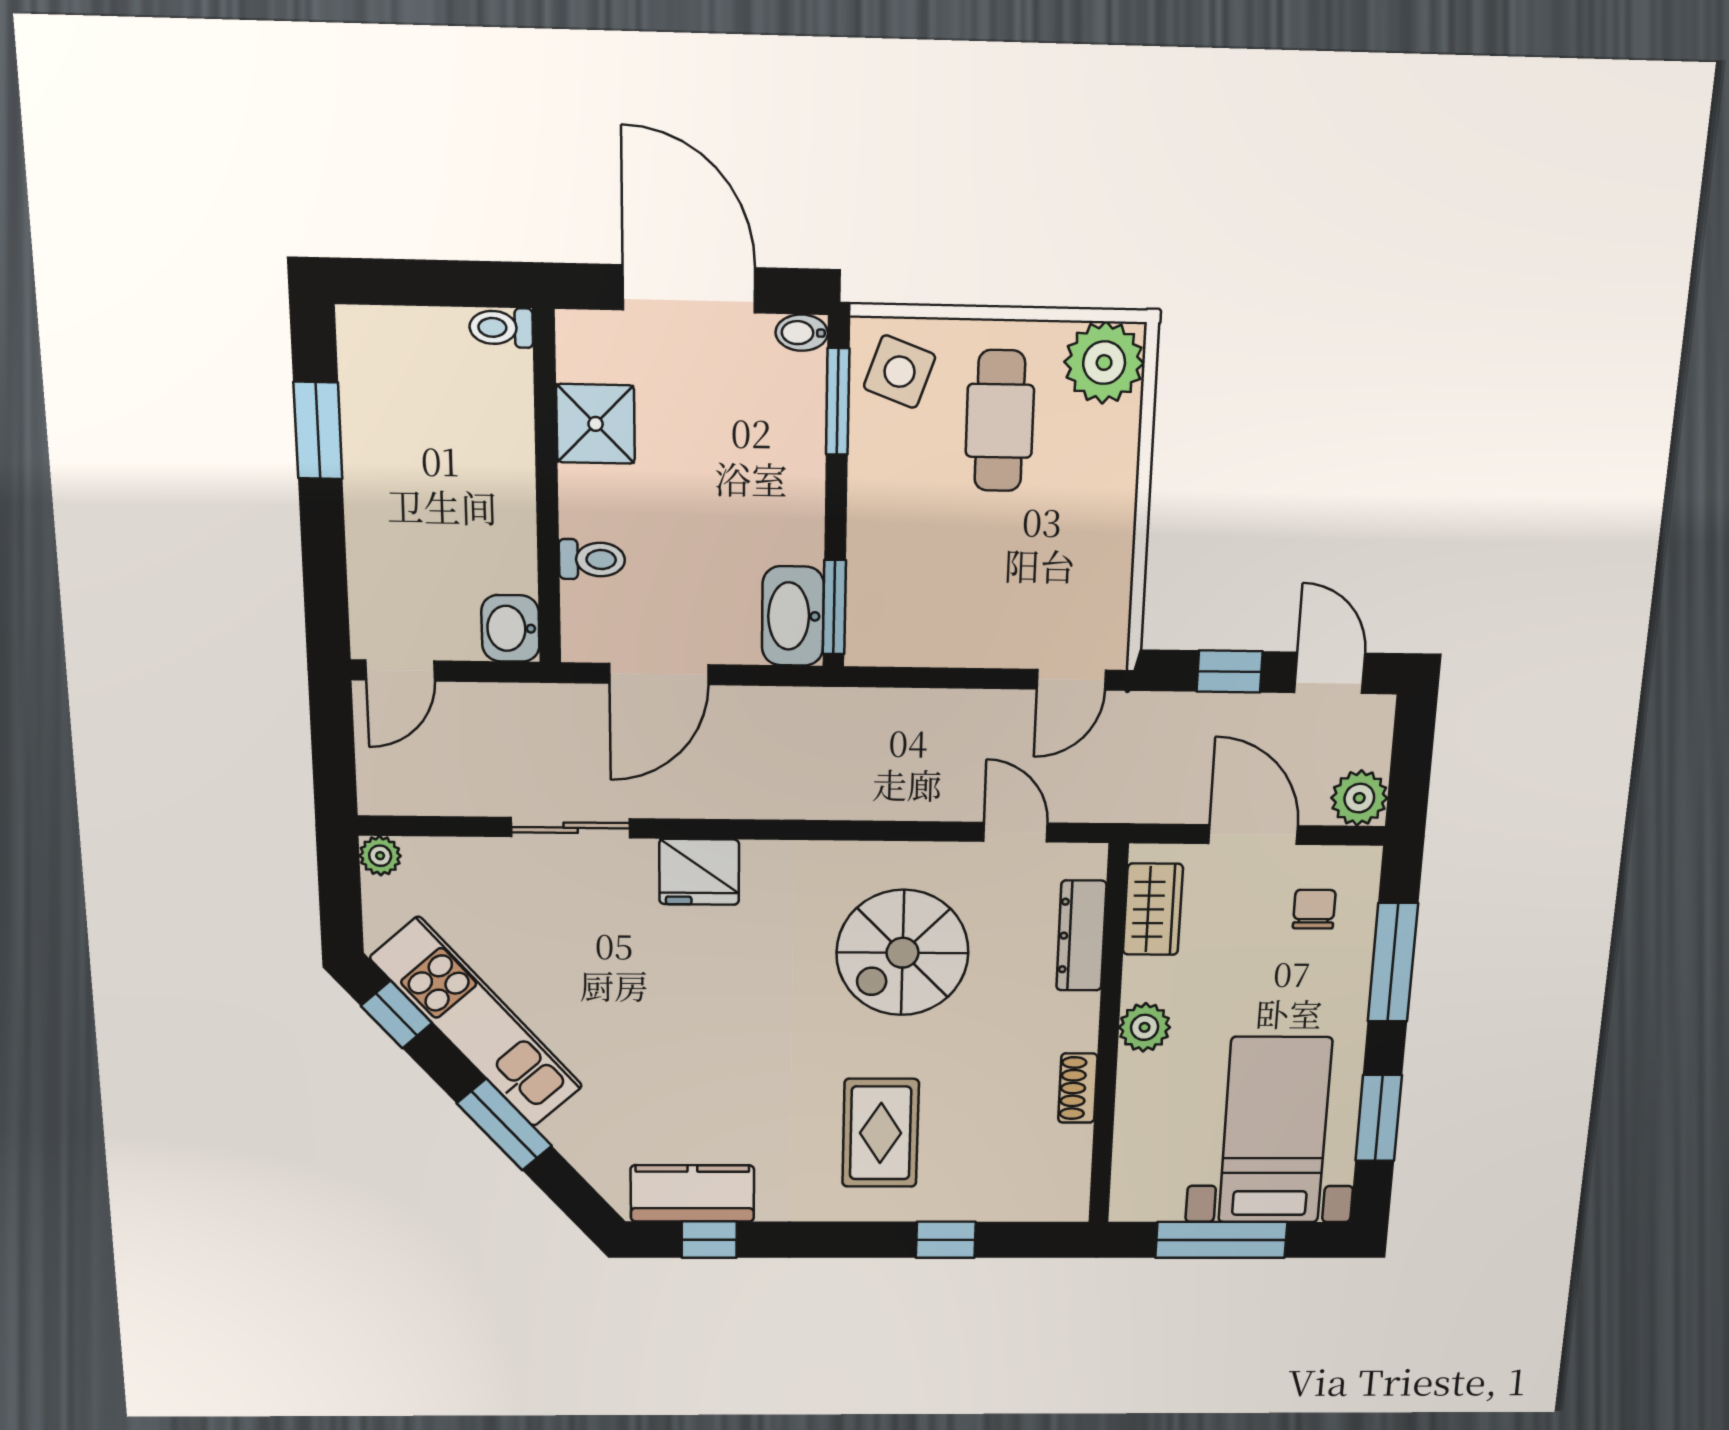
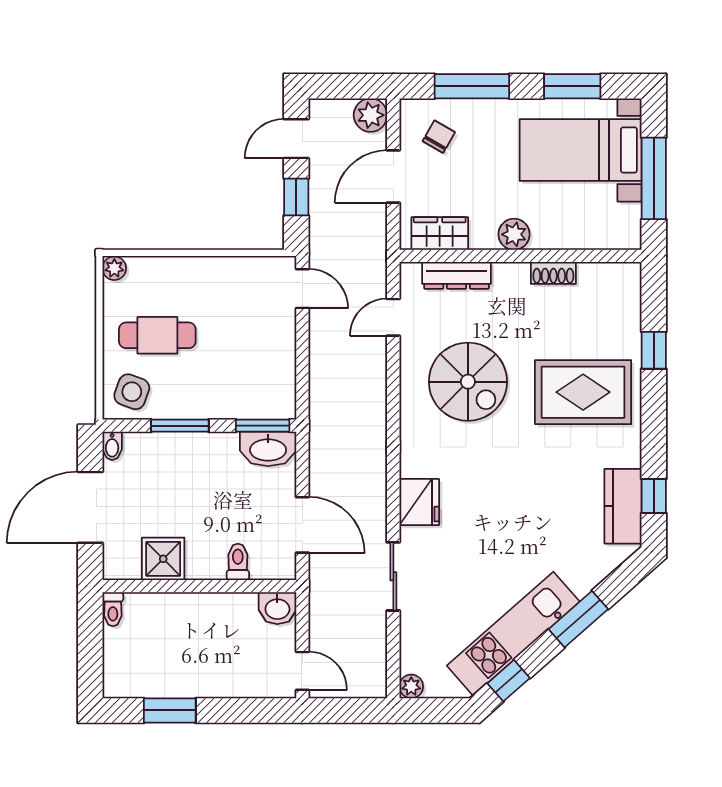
plant: (1104, 363) -> (114, 268), width x0.53, depth x0.53
window: (838, 401) -> (180, 426), moved
chair: (1314, 909) -> (439, 137), turned 120
rug: (881, 1133) -> (583, 392), width x1.36, depth x1.43

